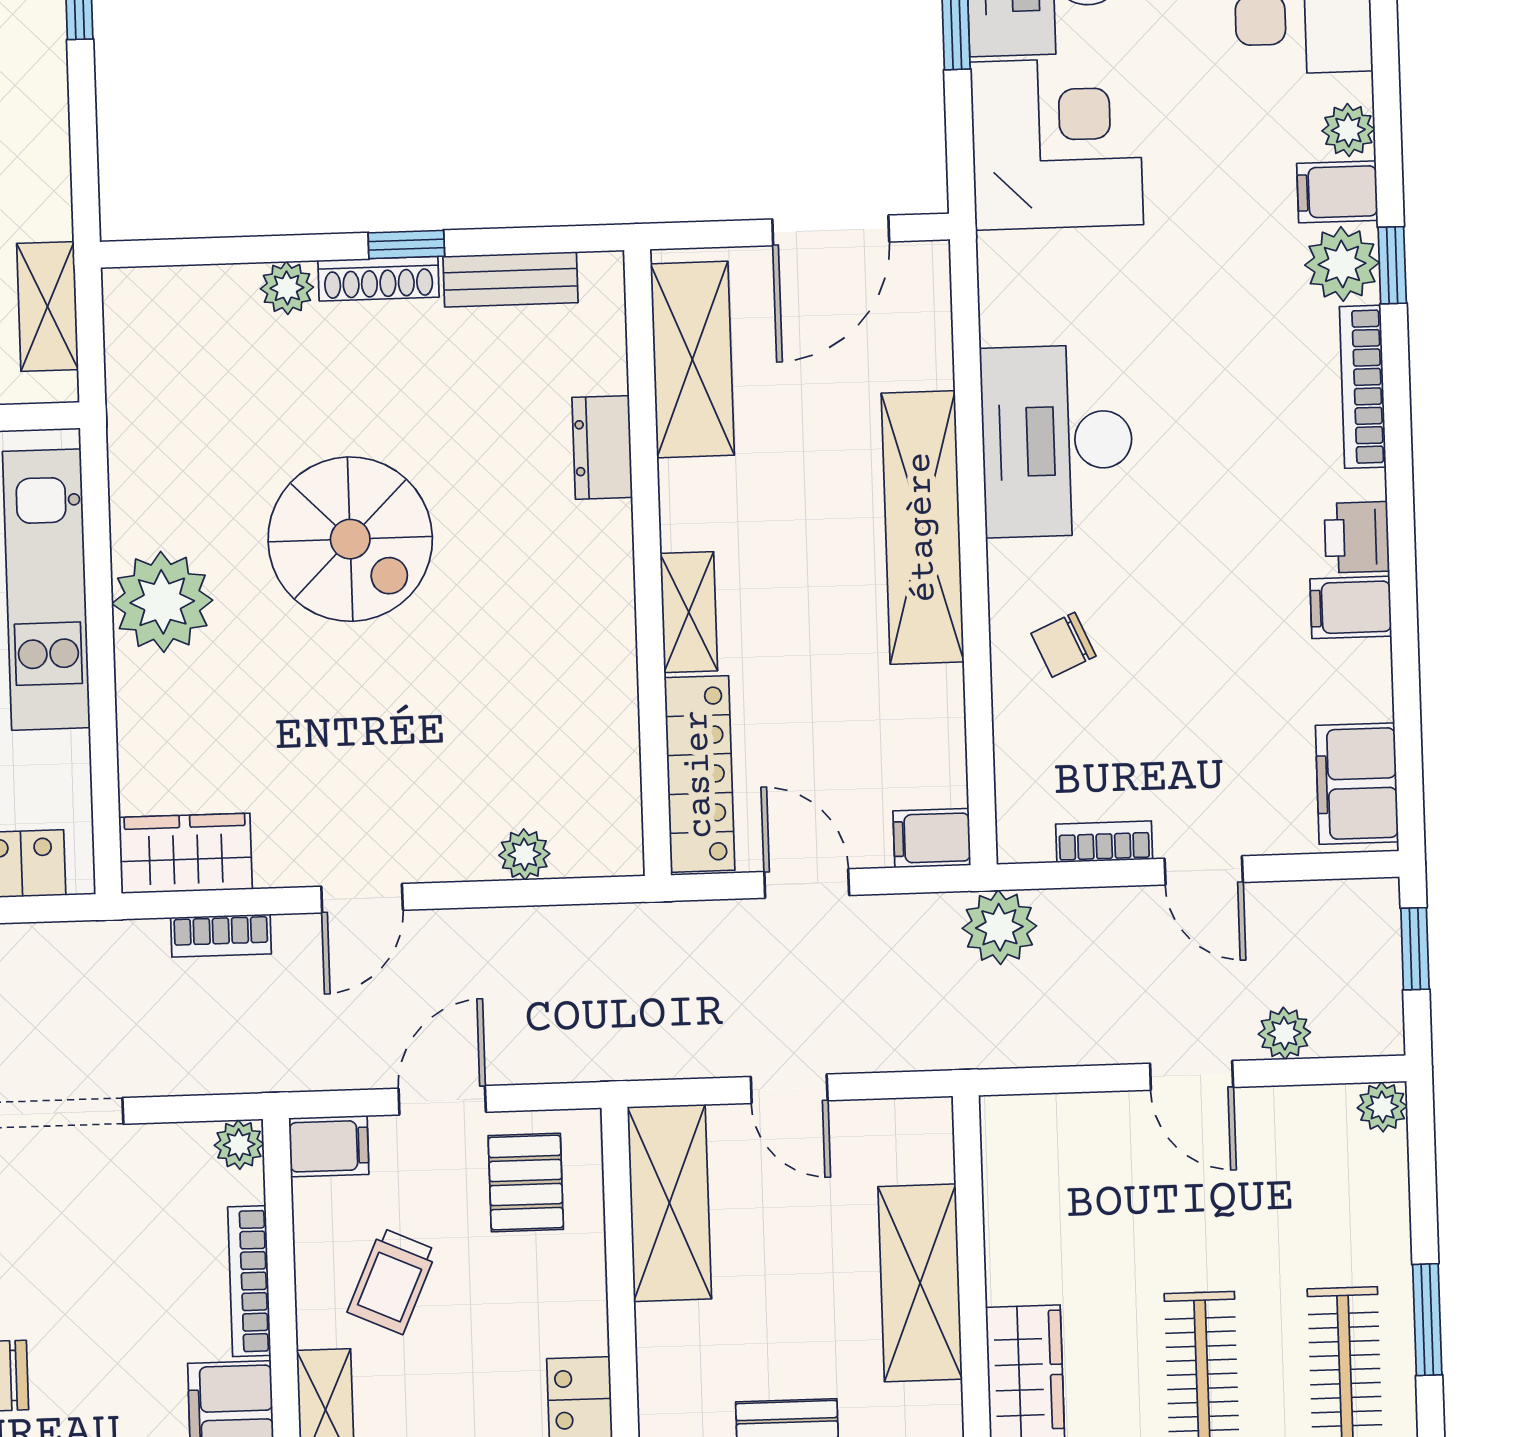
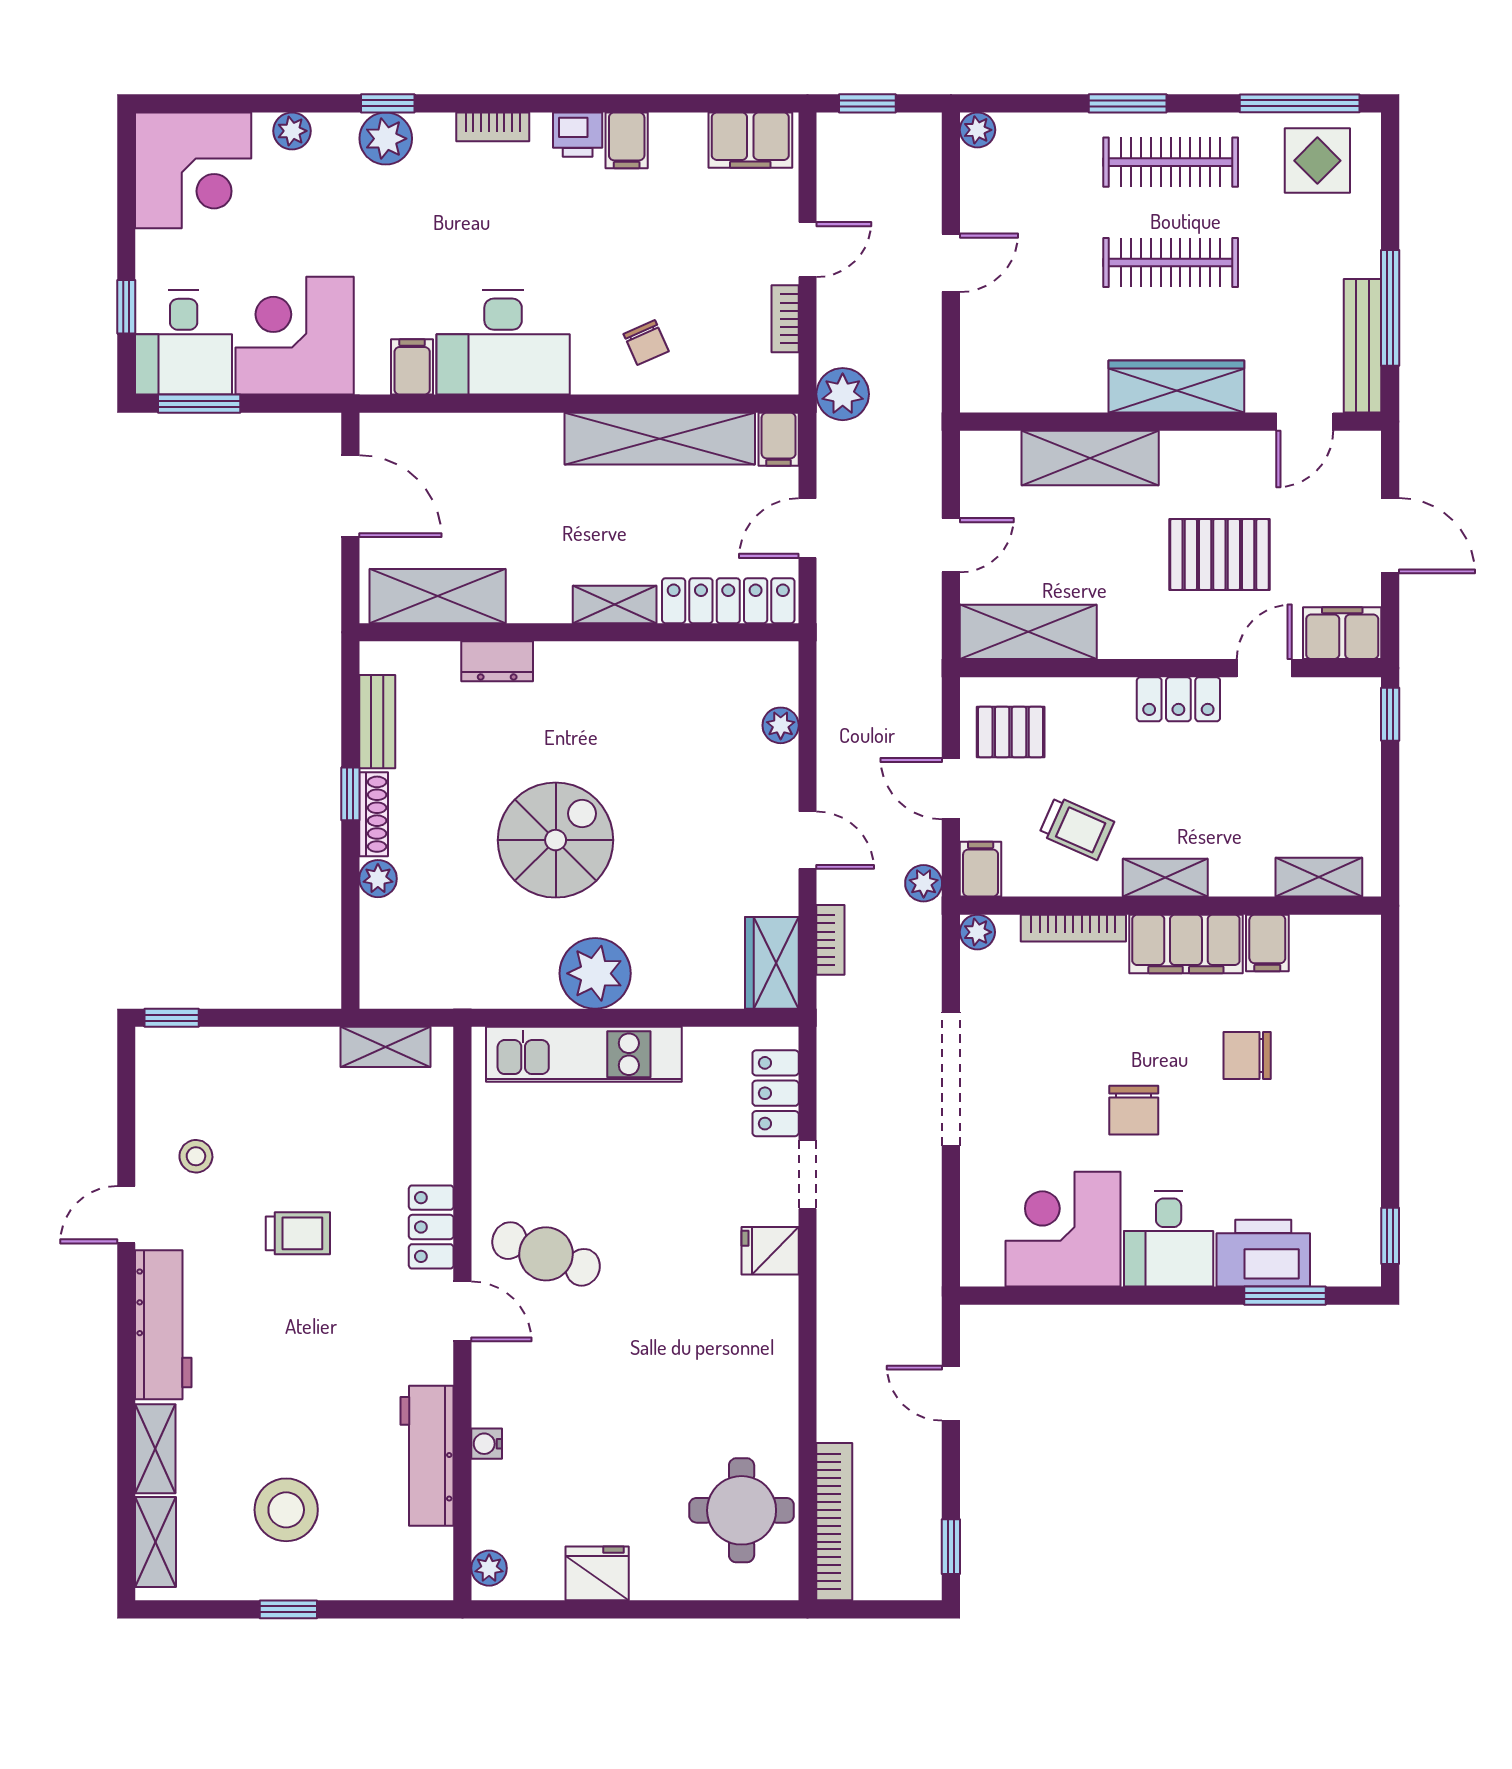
filing cabinet: (1337, 192) -> (412, 367), moved, turned 180
bookcase: (1363, 387) -> (493, 127), width x0.64
shelving: (923, 527) -> (660, 439), moved
plant: (1284, 1033) -> (924, 883), moved

